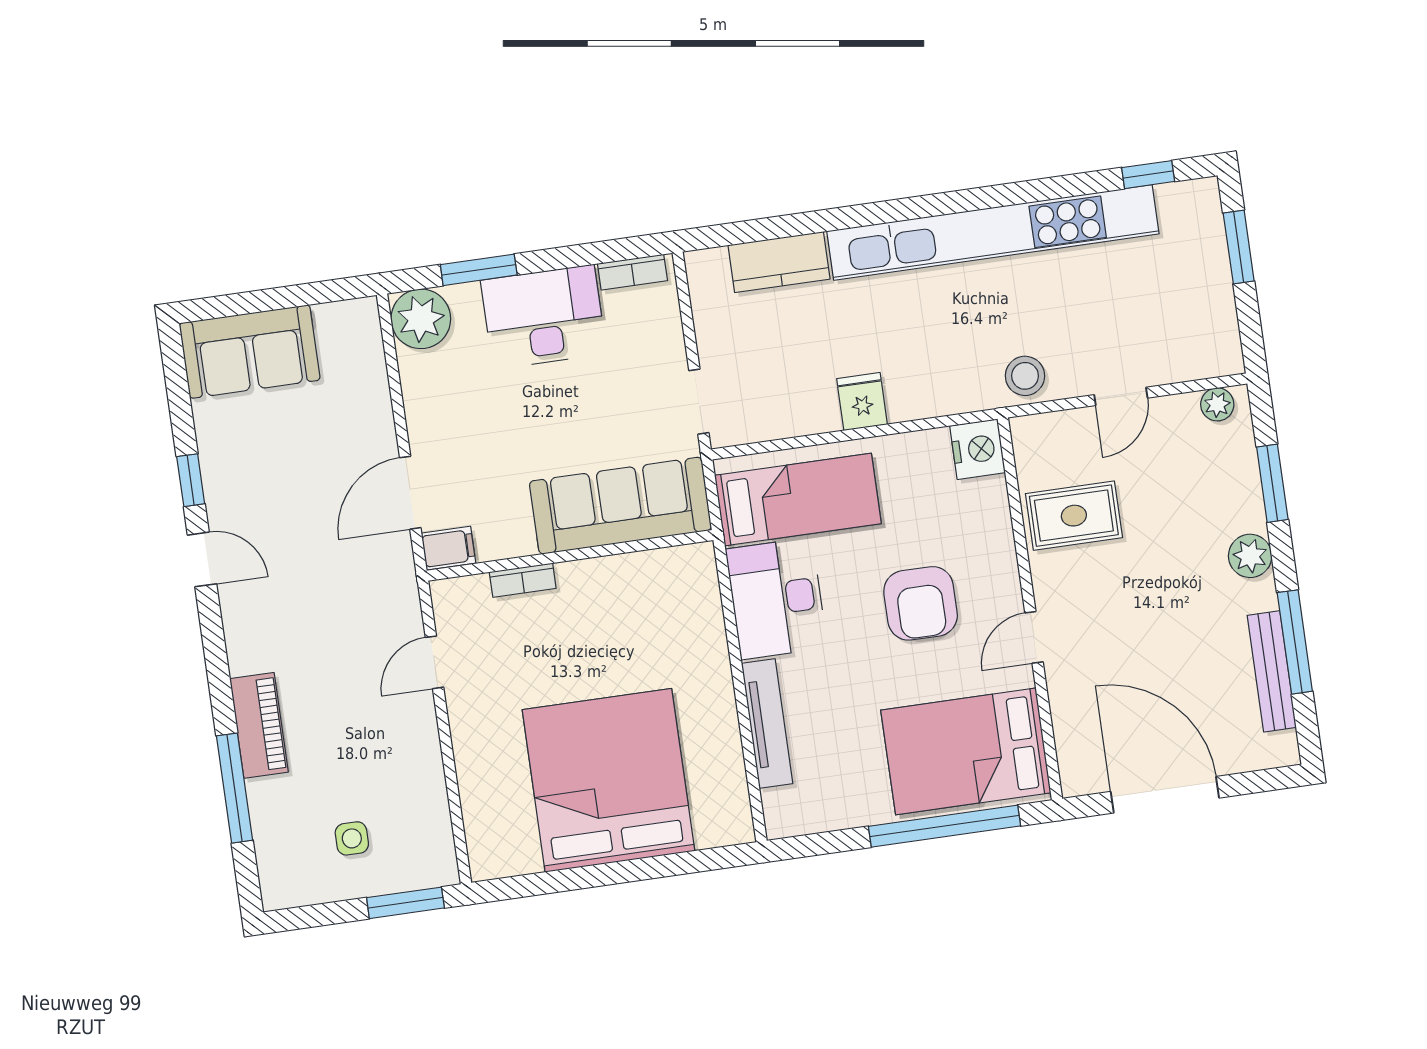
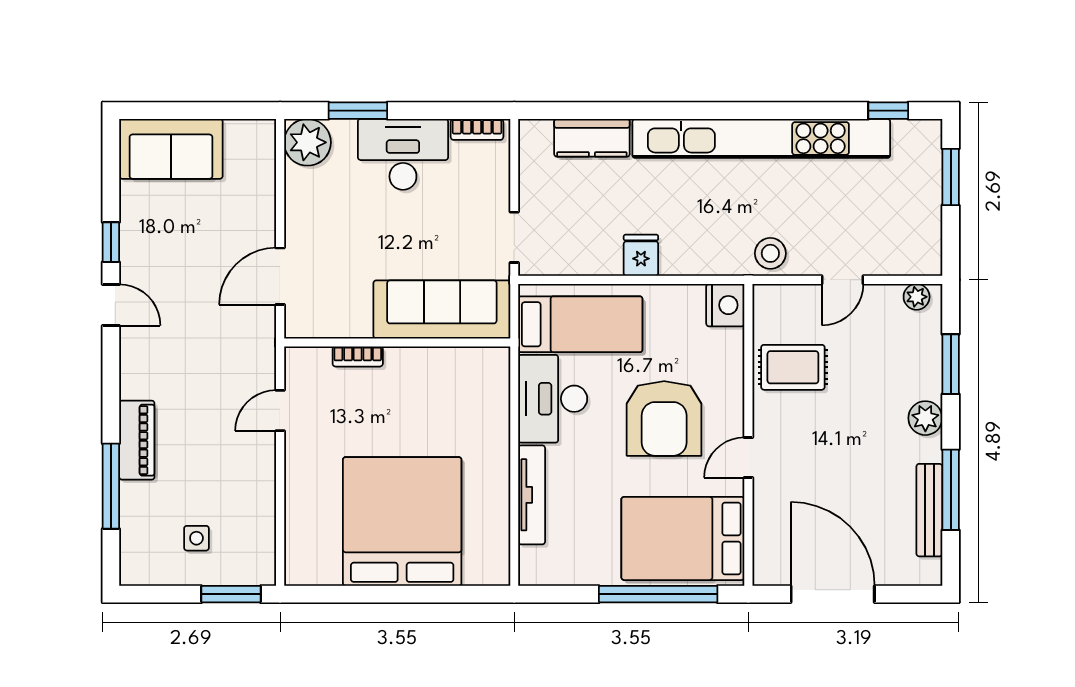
filing cabinet: (448, 548) -> (304, 323), removed
armchair: (921, 603) -> (664, 418), width x1.36, depth x1.36

